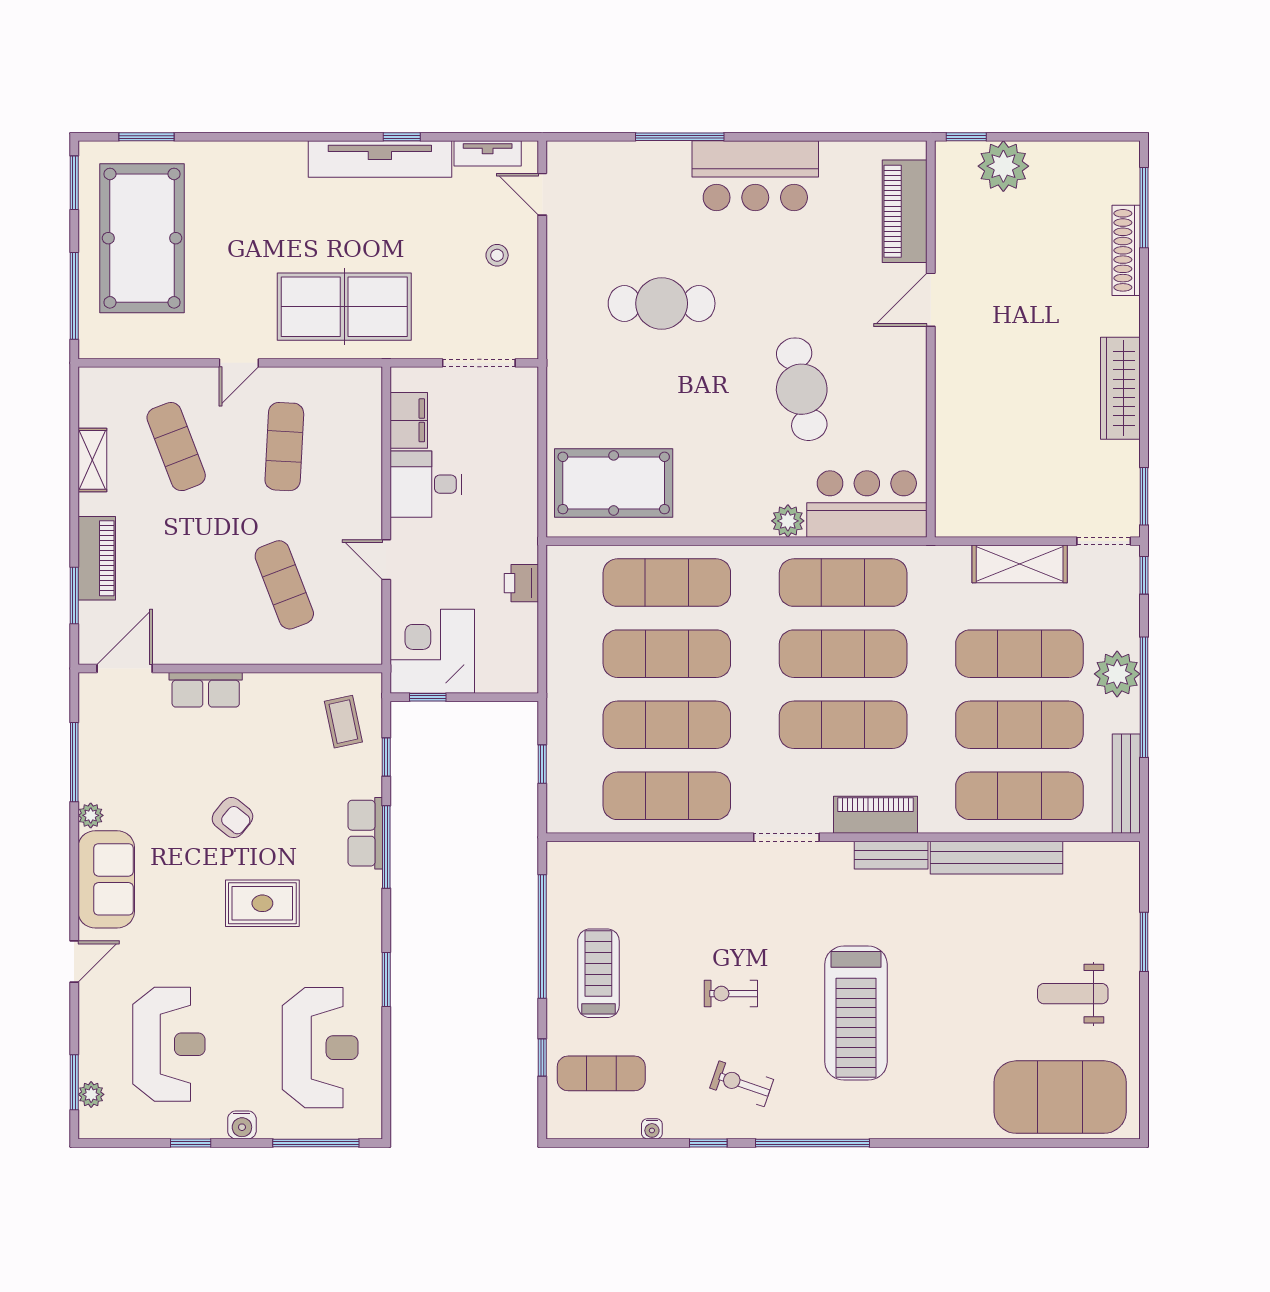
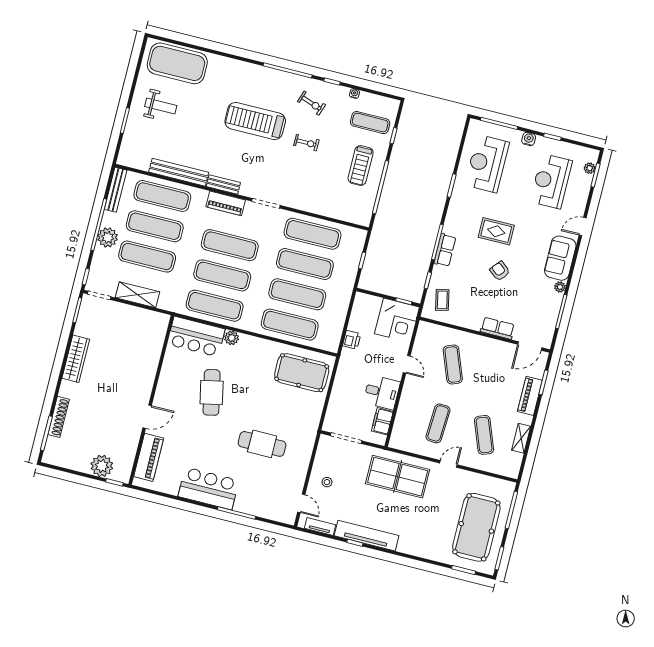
treadmill: (856, 1013) -> (255, 121), turned -90

